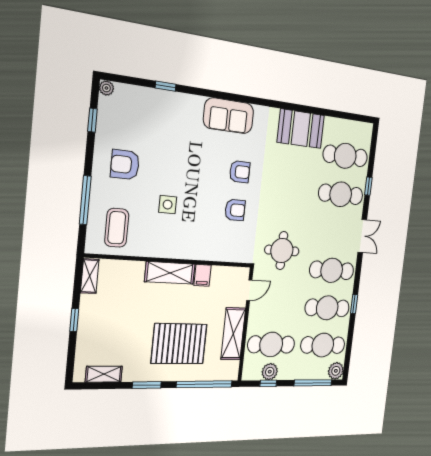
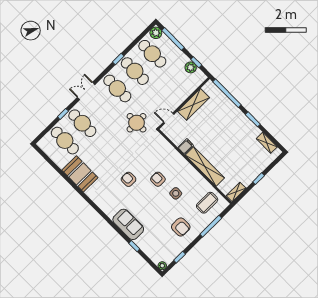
sofa: (229, 116) -> (128, 224), moved
armchair: (235, 210) -> (158, 179), moved
shelving: (170, 273) -> (205, 166), width x1.47
pallet: (179, 344) -> (223, 124), removed
cafe table: (271, 344) -> (179, 81), removed

